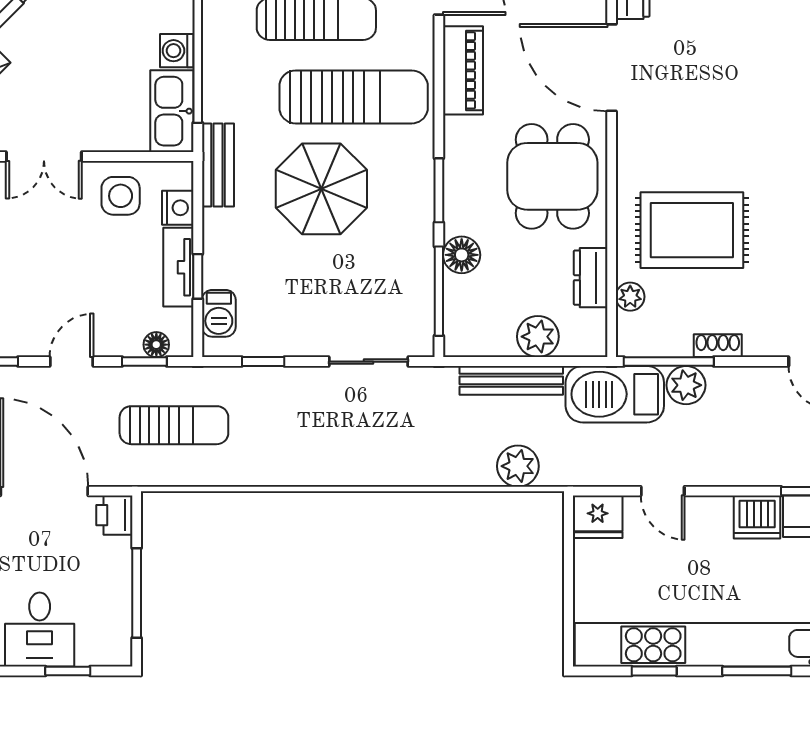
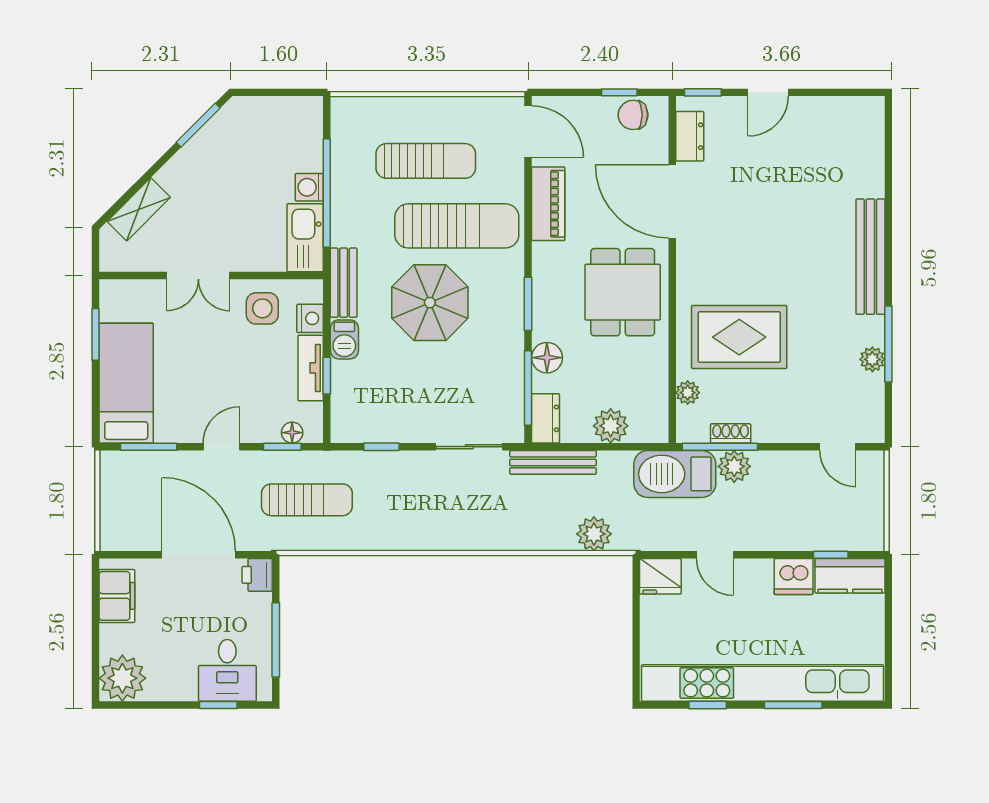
dresser: (591, 278) -> (546, 418), moved, turned 180
barbecue: (219, 313) -> (344, 339), moved
shoe rack: (718, 346) -> (731, 433), moved
bench: (511, 380) -> (553, 462), moved
desk: (40, 630) -> (227, 670), moved

